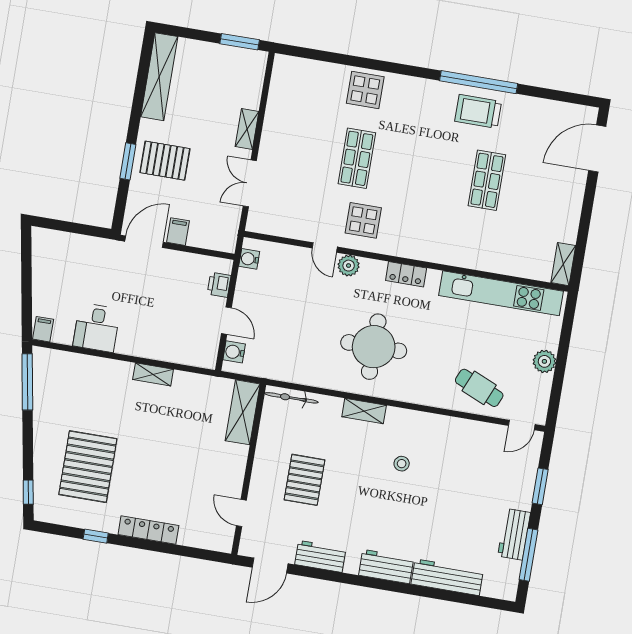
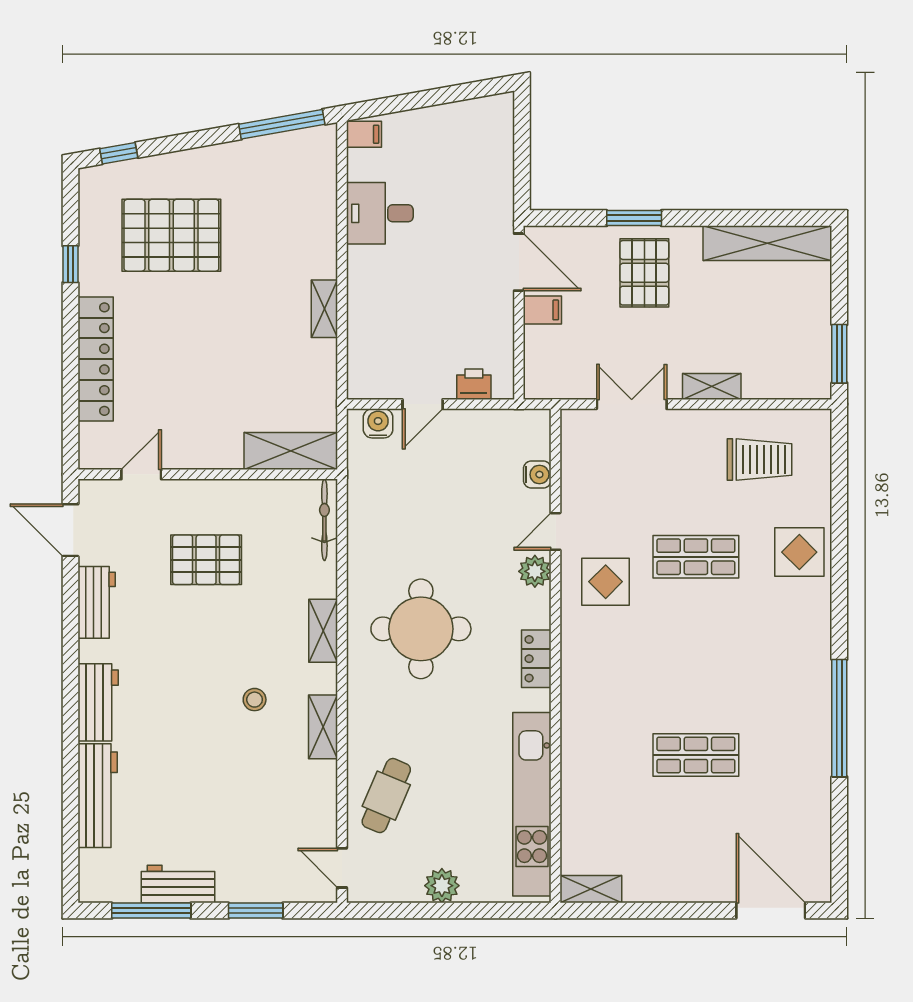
trolley: (478, 111) -> (759, 460), moved, turned 90
water cooler: (249, 259) -> (537, 475), moved, turned 90
shelving: (427, 422) -> (323, 727), added
locker: (148, 530) -> (96, 359), width x1.41, depth x1.21

